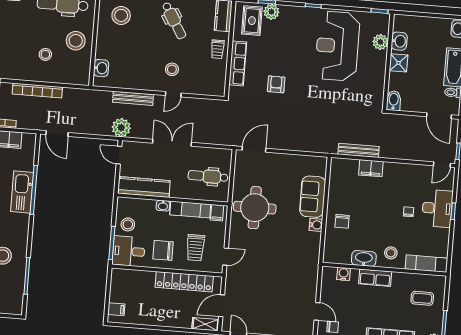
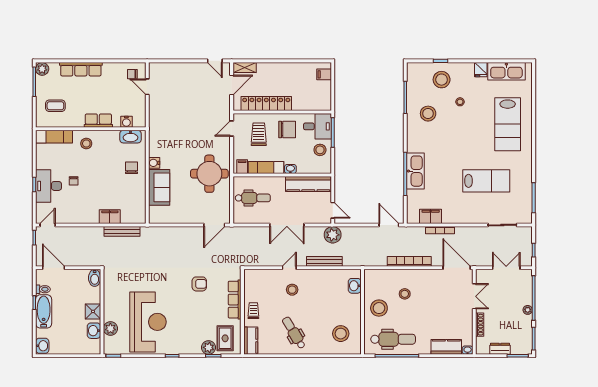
armchair: (276, 84) -> (199, 284), turned -90
washbasin: (364, 258) -> (130, 137), moved

